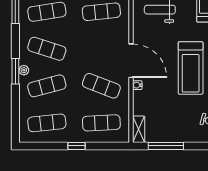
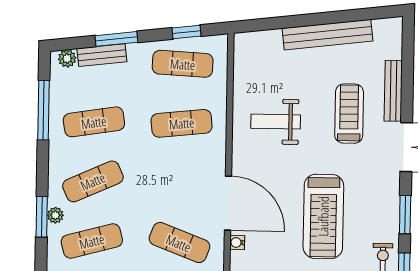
exercise mat: (47, 49) -> (93, 181), turned -42

